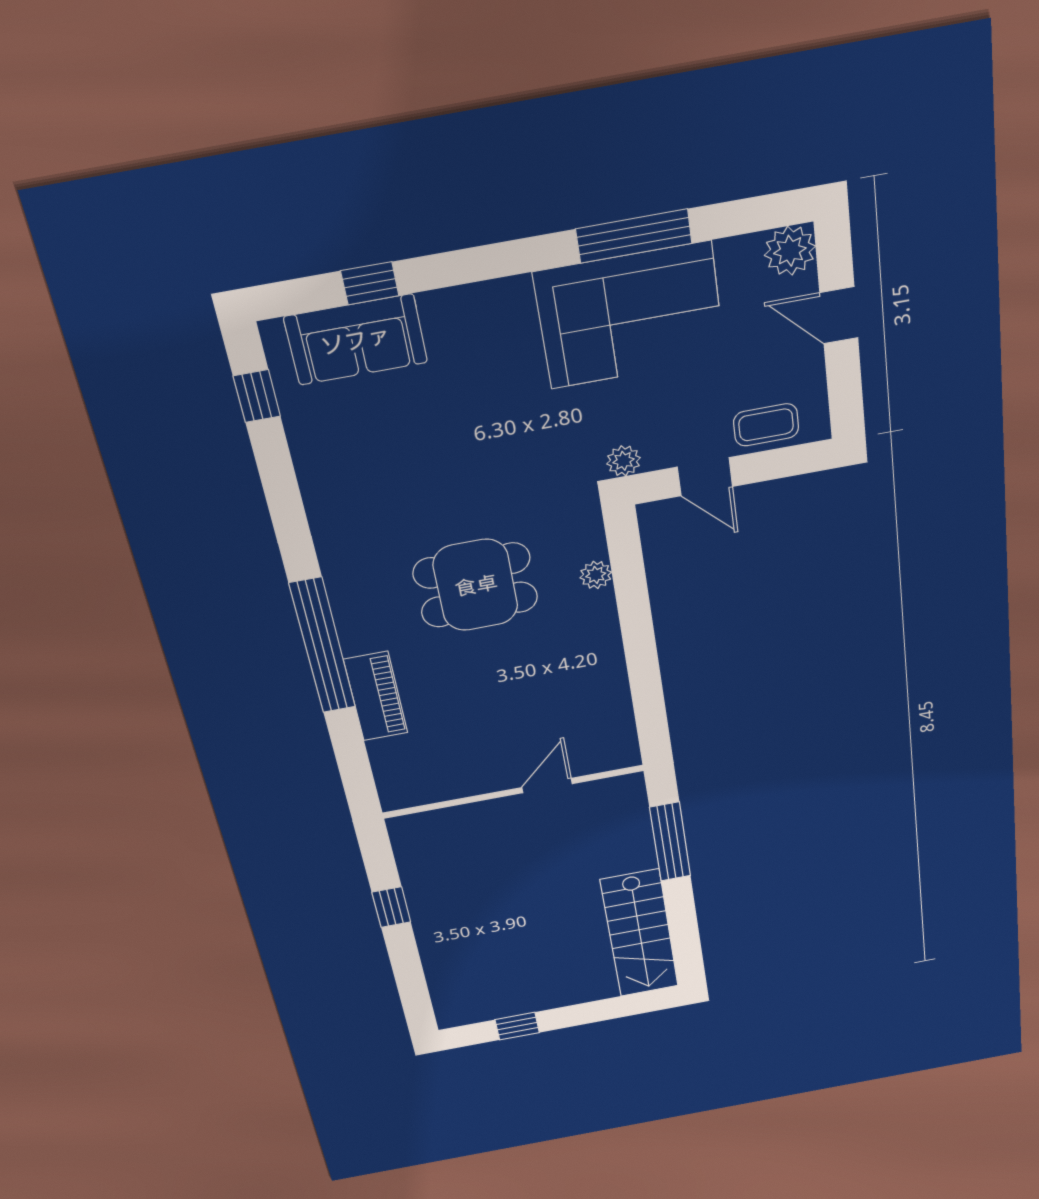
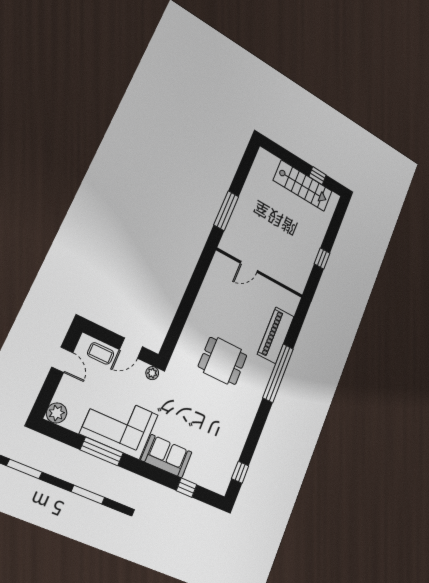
door: (839, 315) -> (62, 360), moved
sofa: (356, 340) -> (166, 456), moved
door: (705, 477) -> (131, 348), swing flipped
plant: (596, 575) -> (186, 337), removed
piano: (376, 696) -> (276, 335), width x1.37, depth x1.33
stairs: (640, 934) -> (303, 186), moved, turned 90

